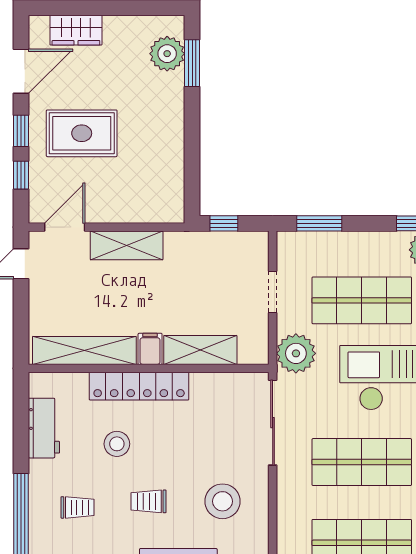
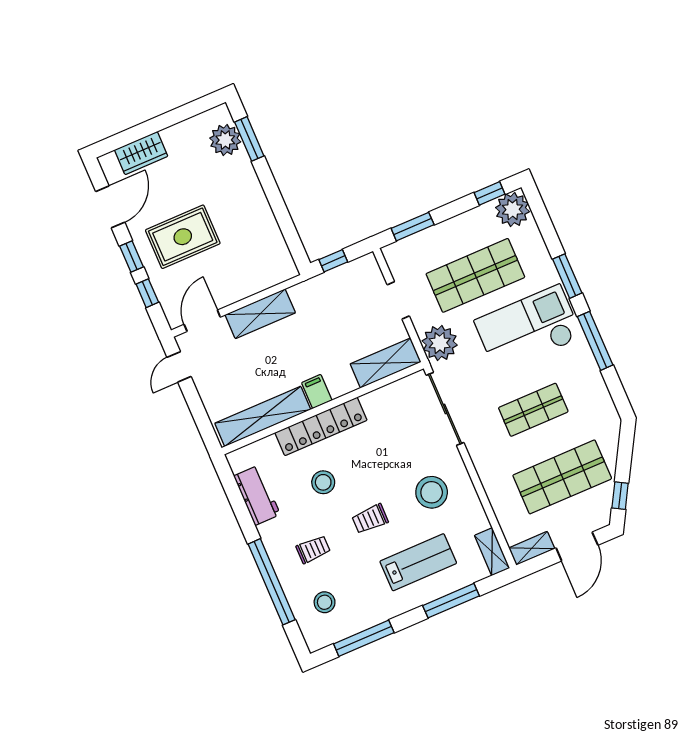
shelving: (200, 350) -> (386, 363), moved
shop shelf: (362, 462) -> (533, 410), width x0.70, depth x0.74

